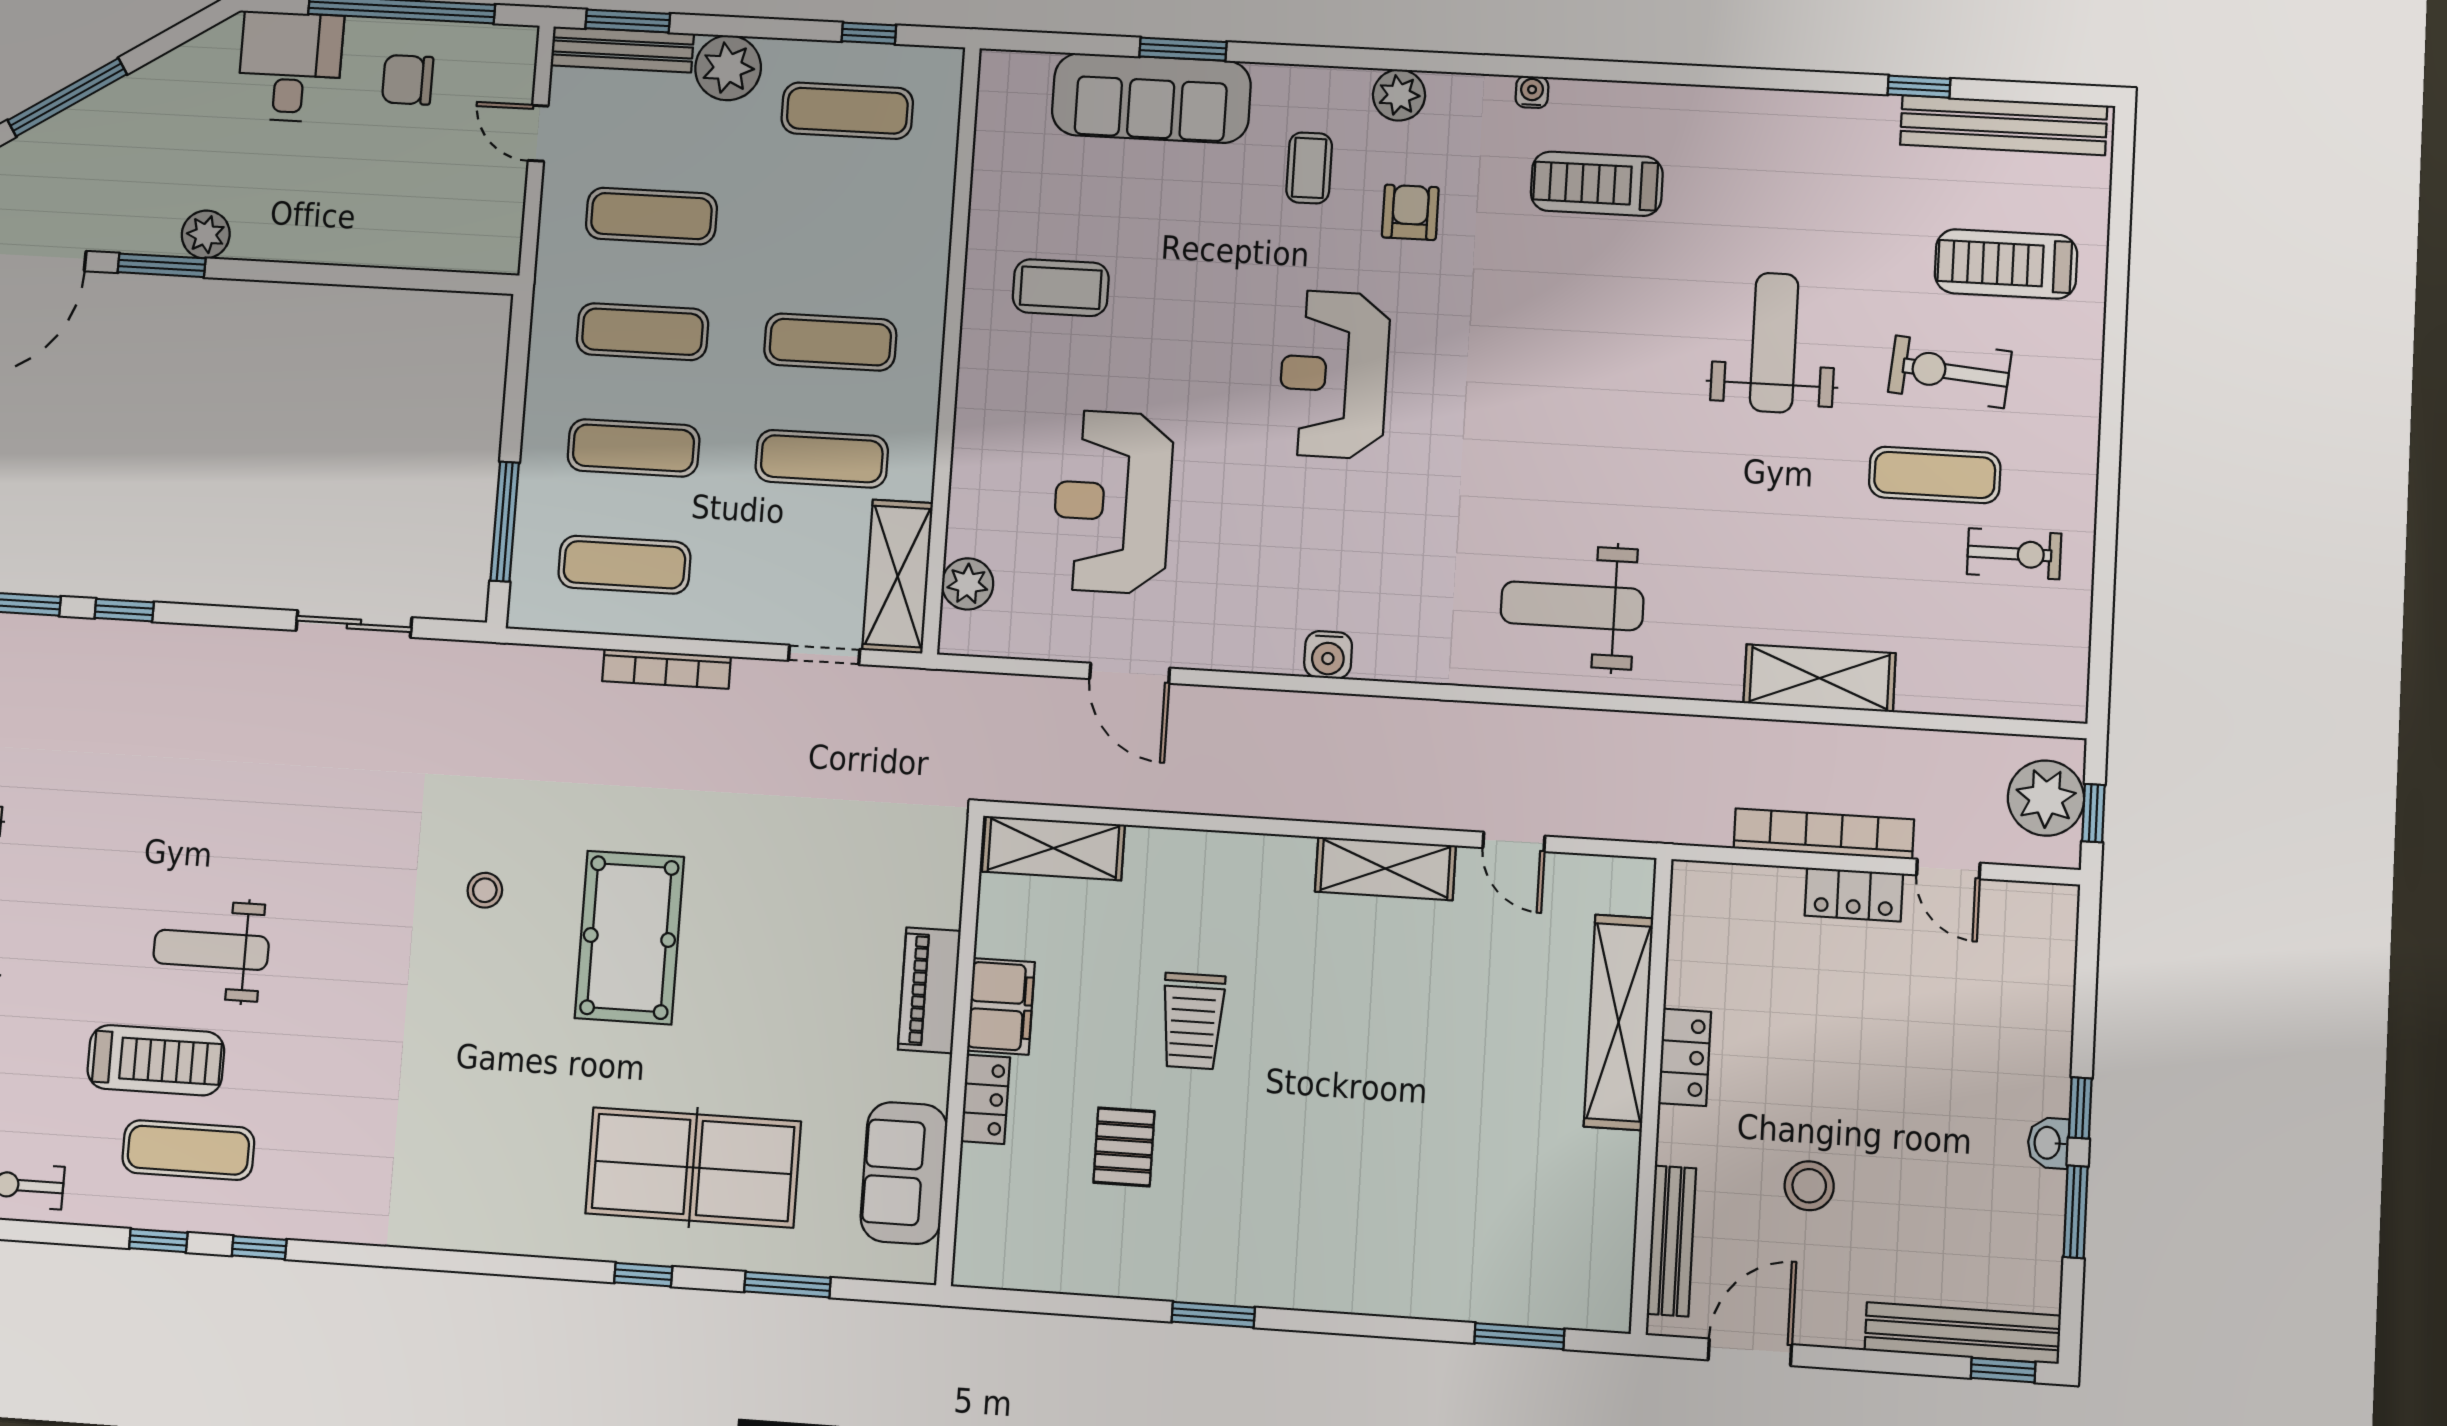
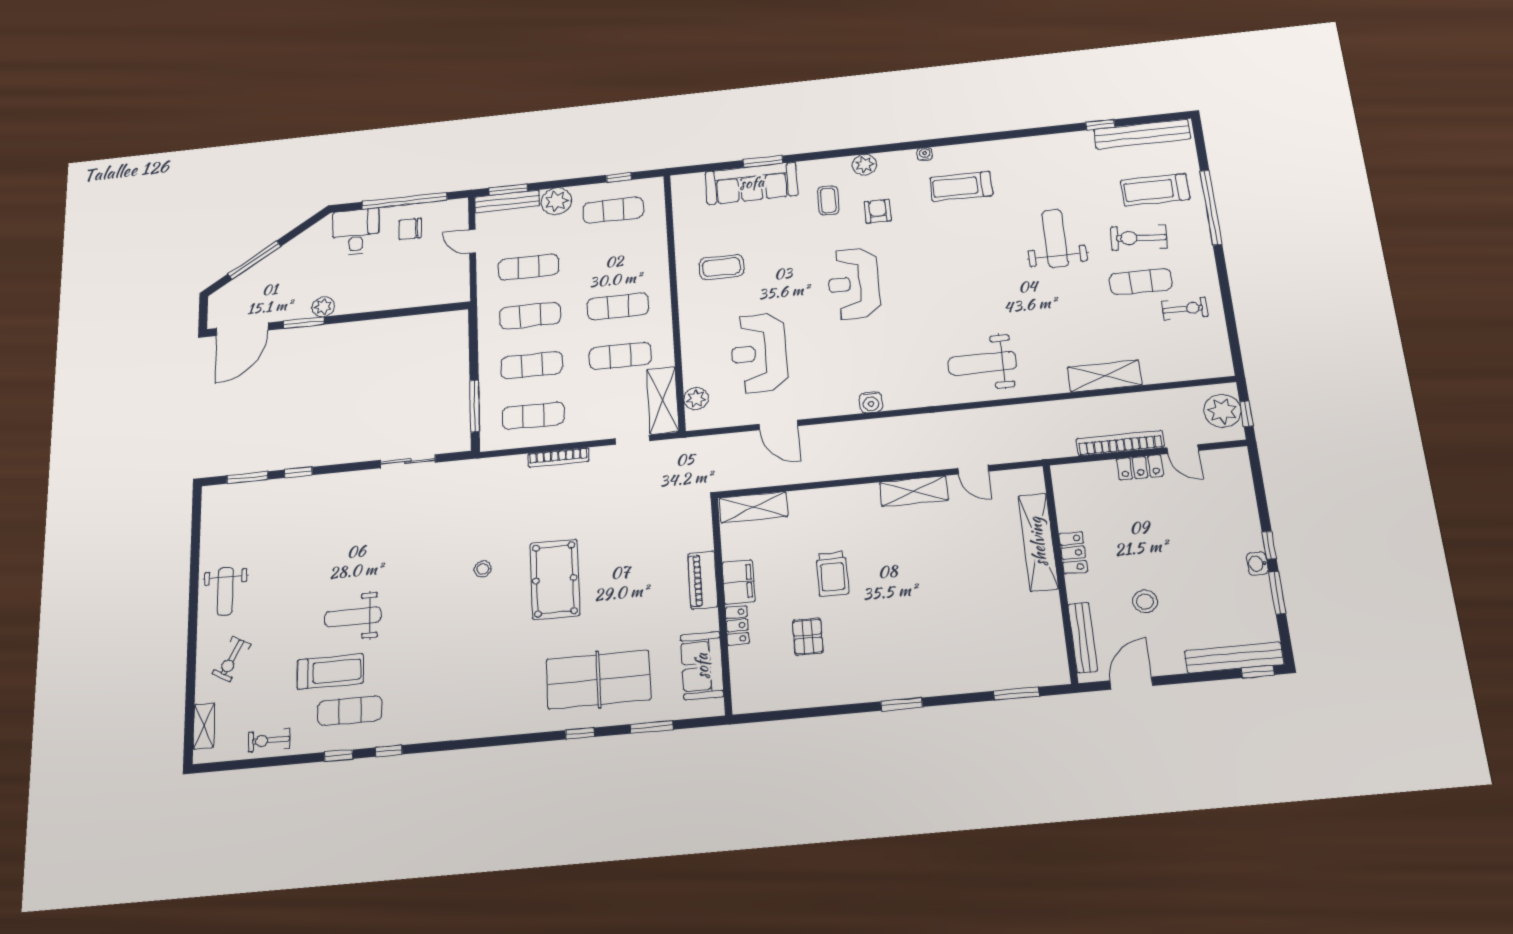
window: (2115, 327) -> (1211, 208), added
window: (1213, 1315) -> (902, 704), moved

